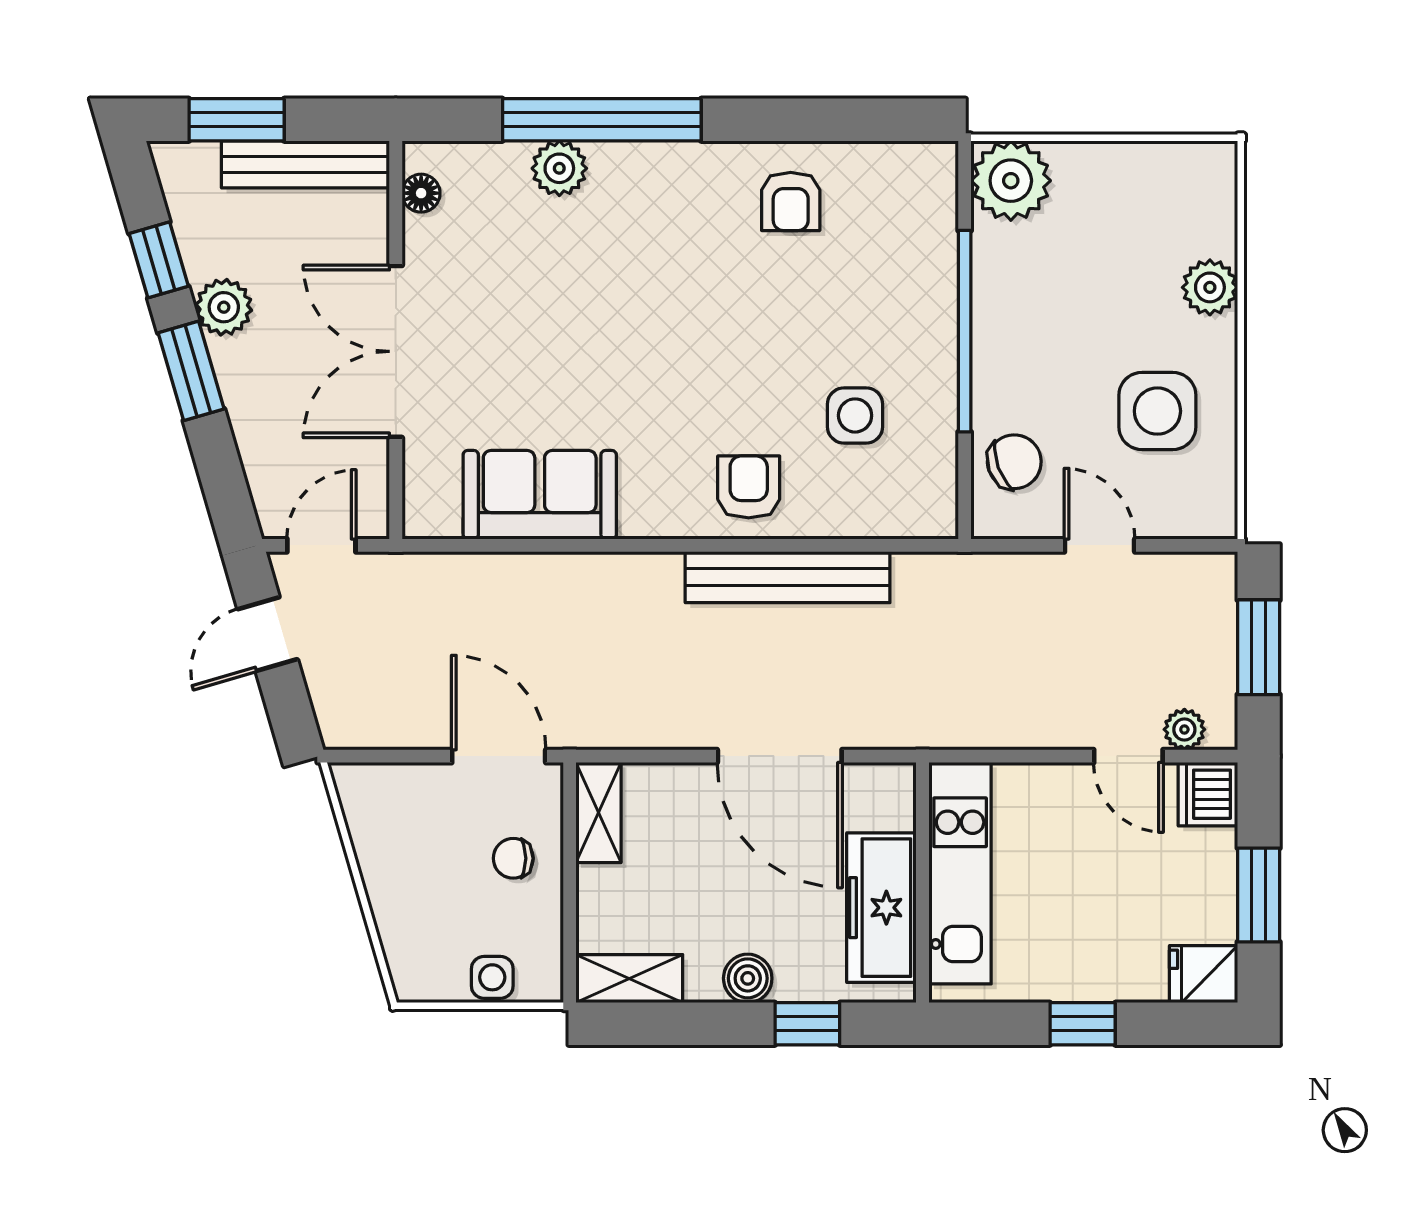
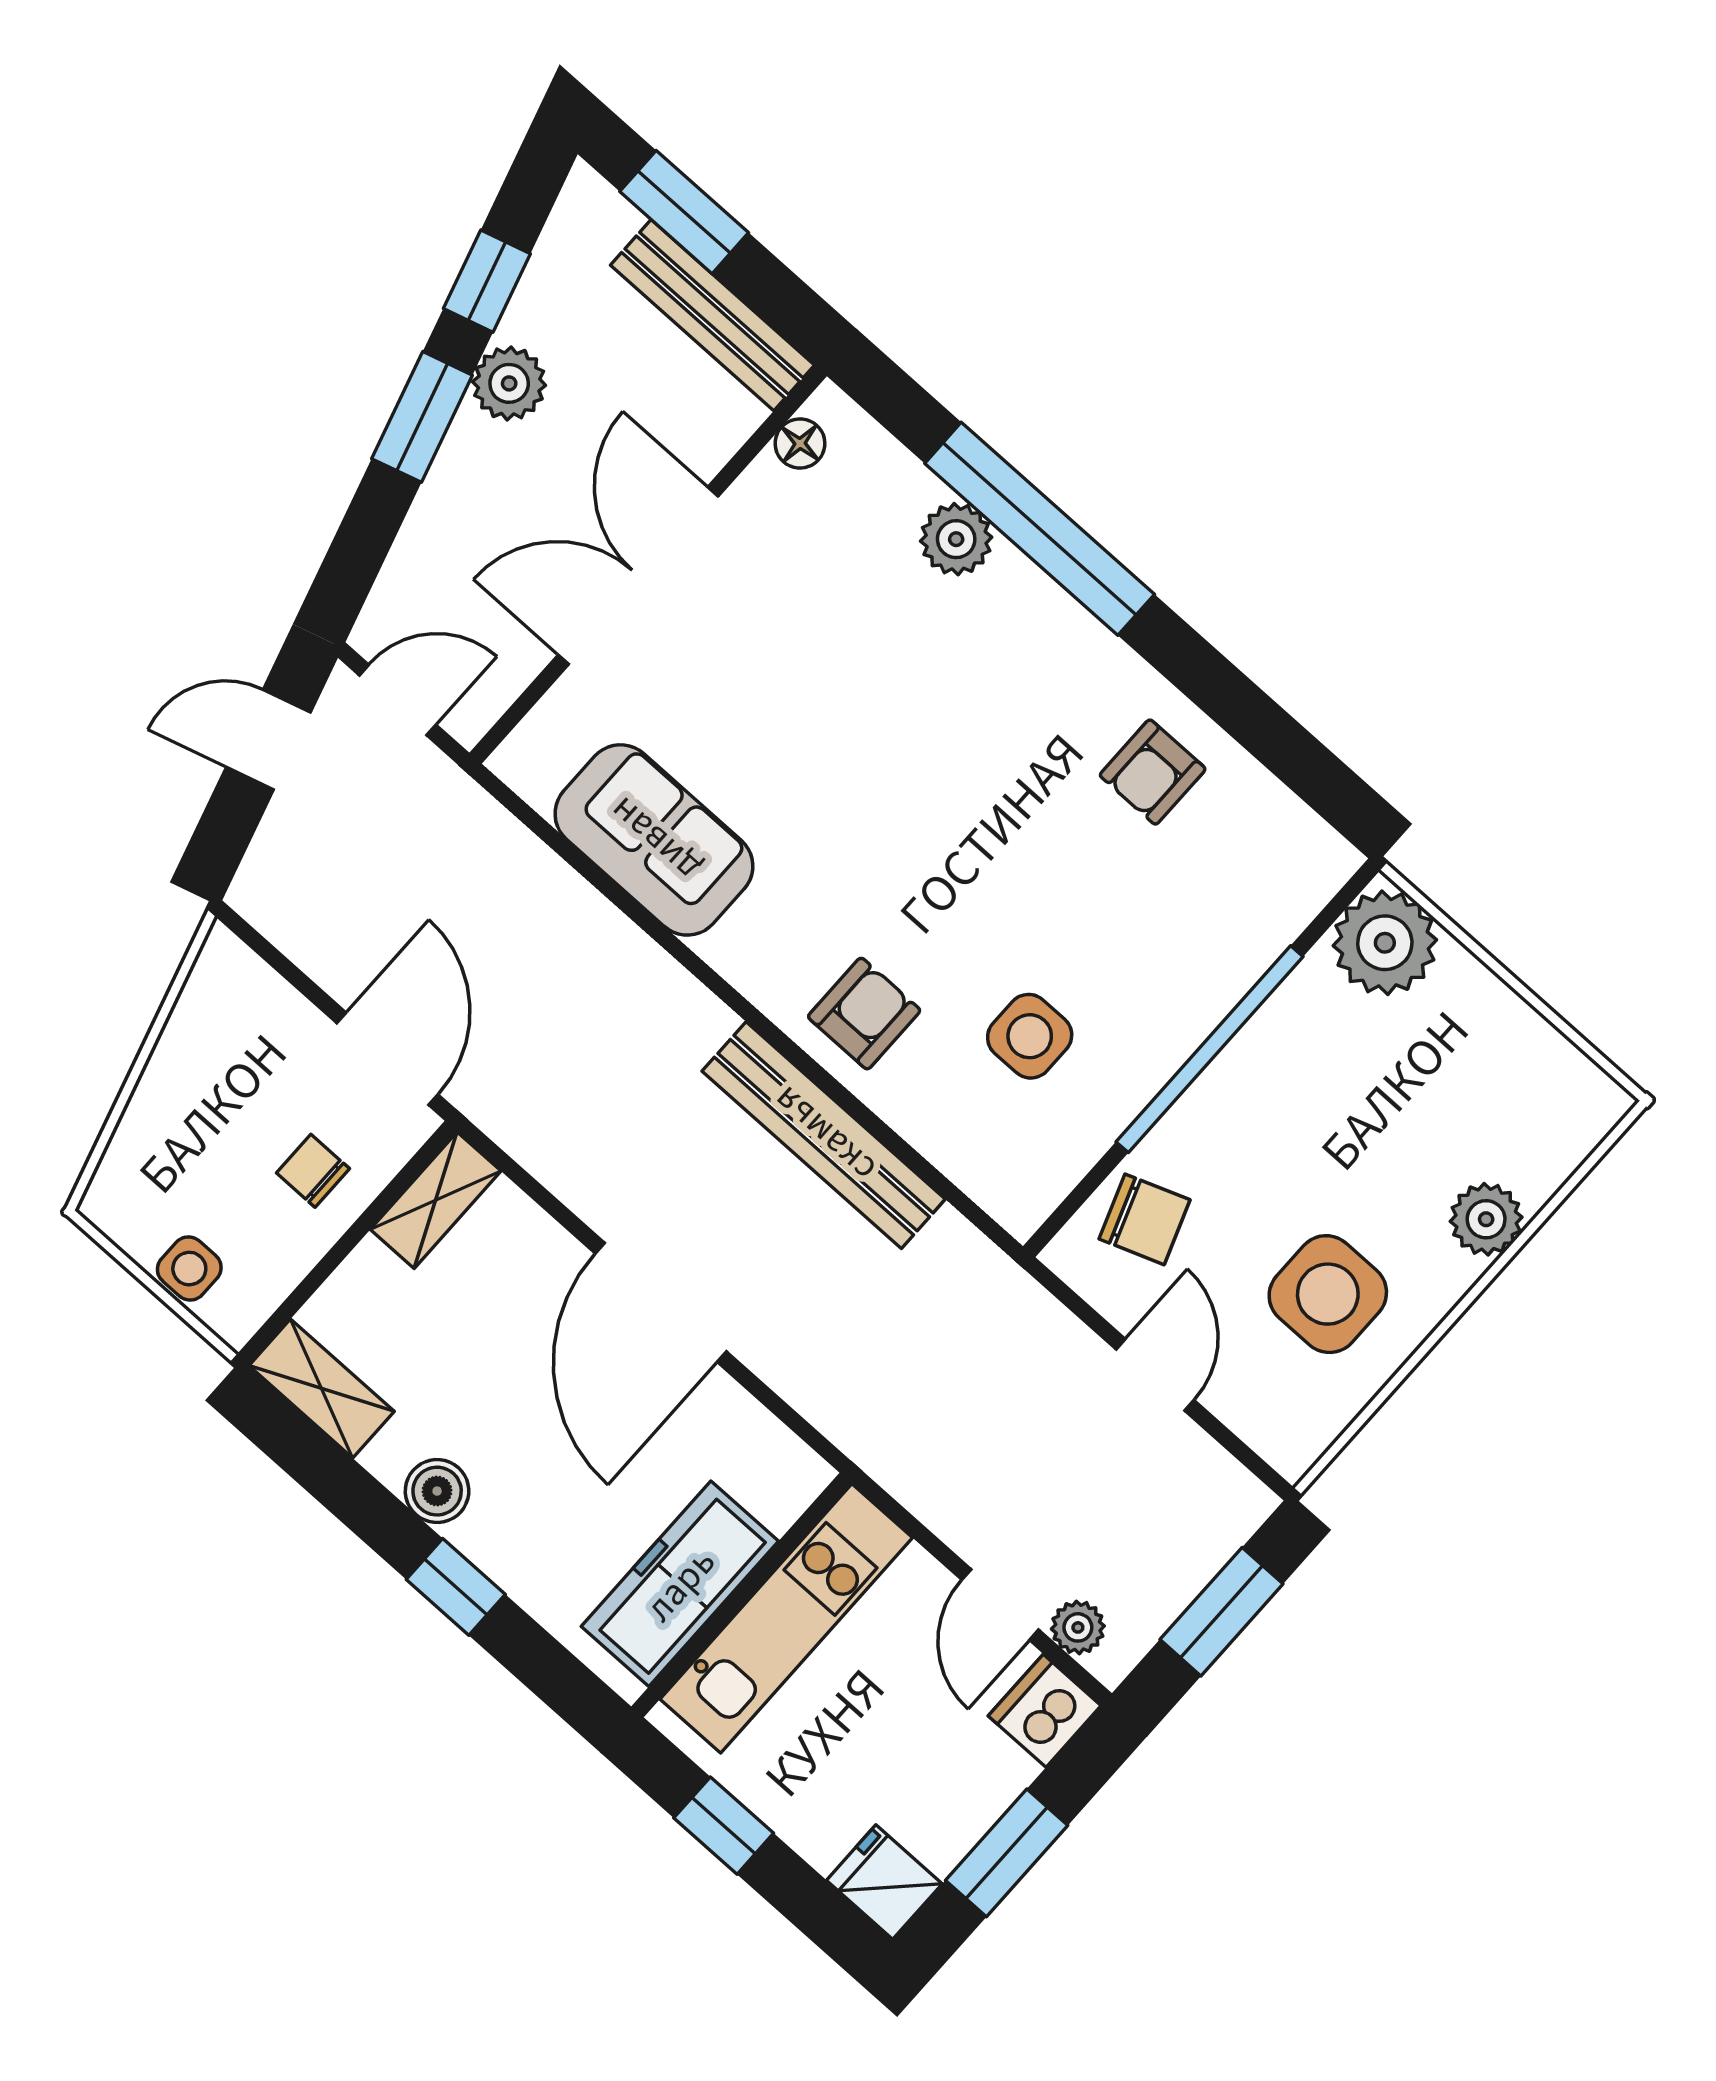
kitchen unit: (960, 873) -> (786, 1618), moved
wall: (923, 883) -> (742, 1595), moved
freezer: (881, 908) -> (680, 1584), moved

